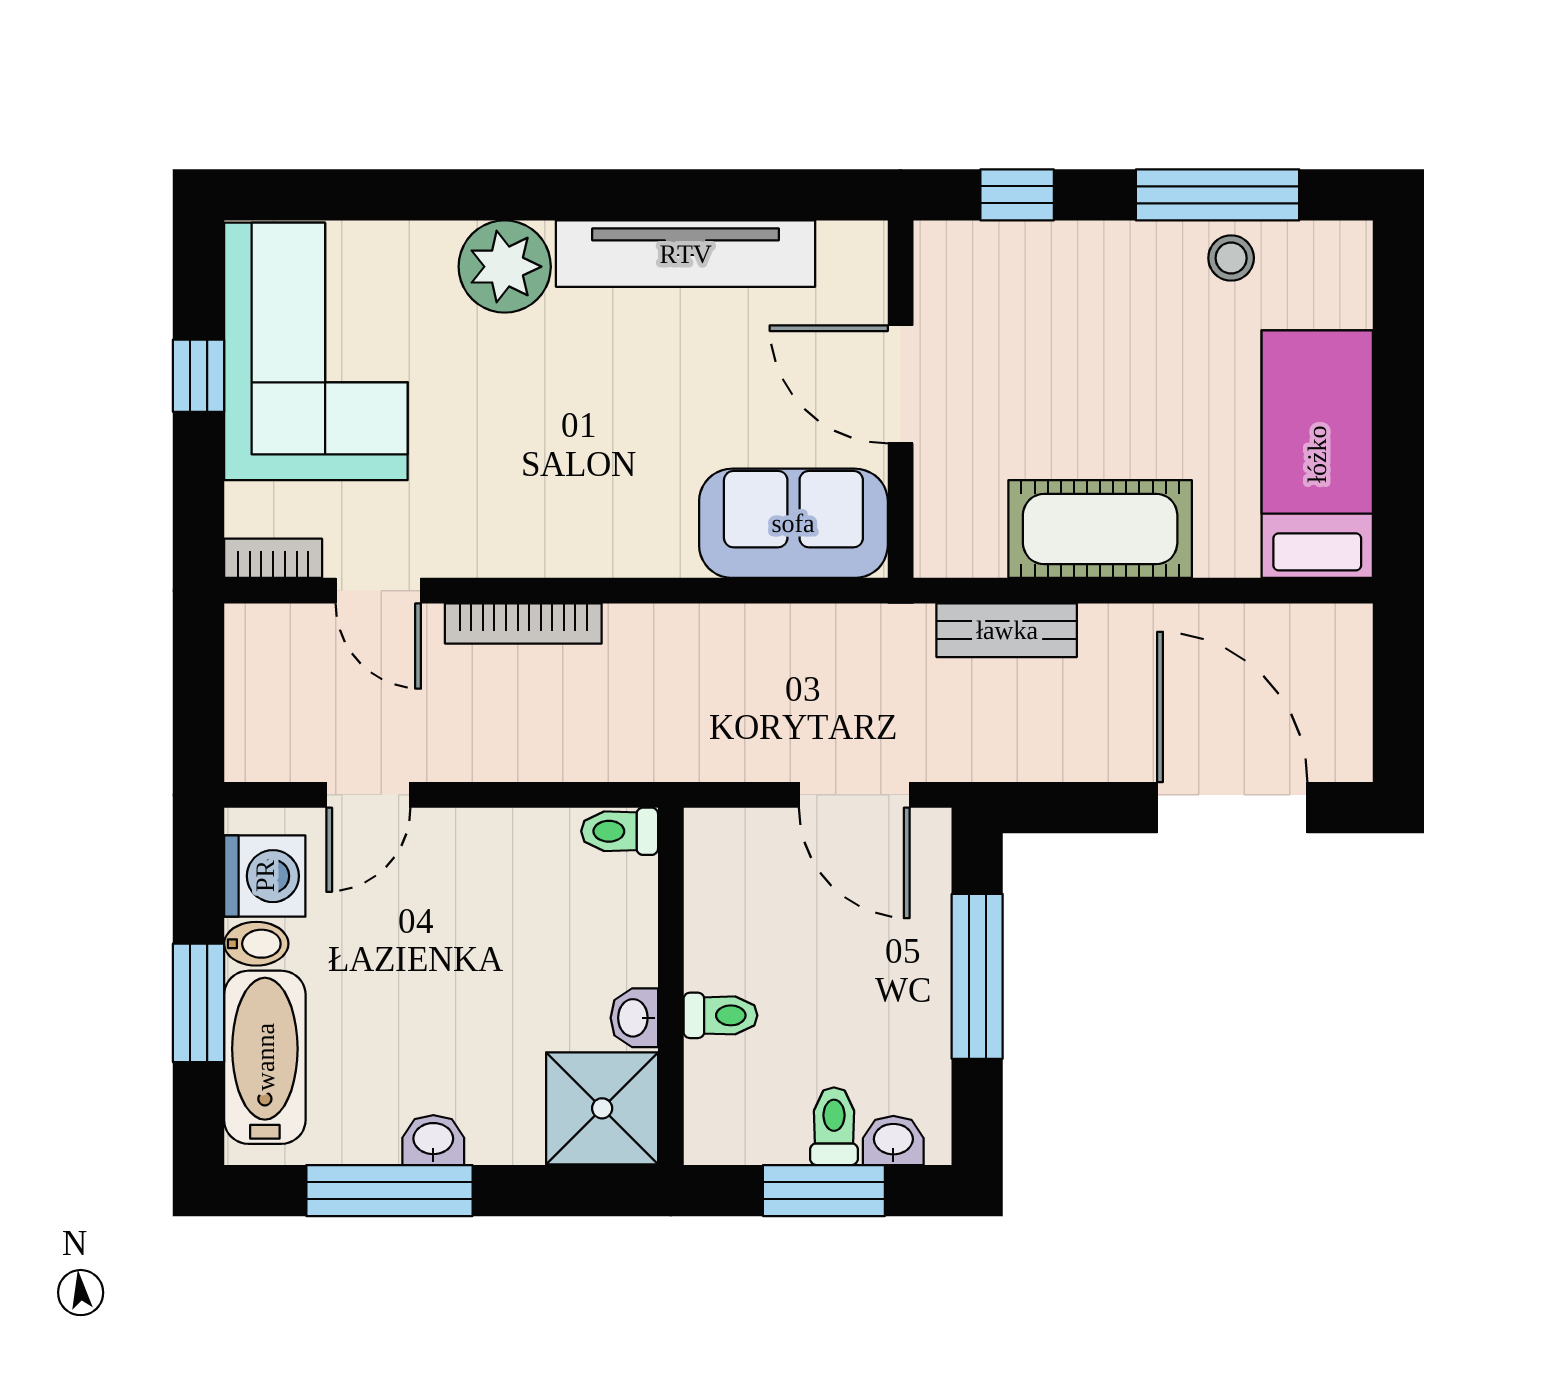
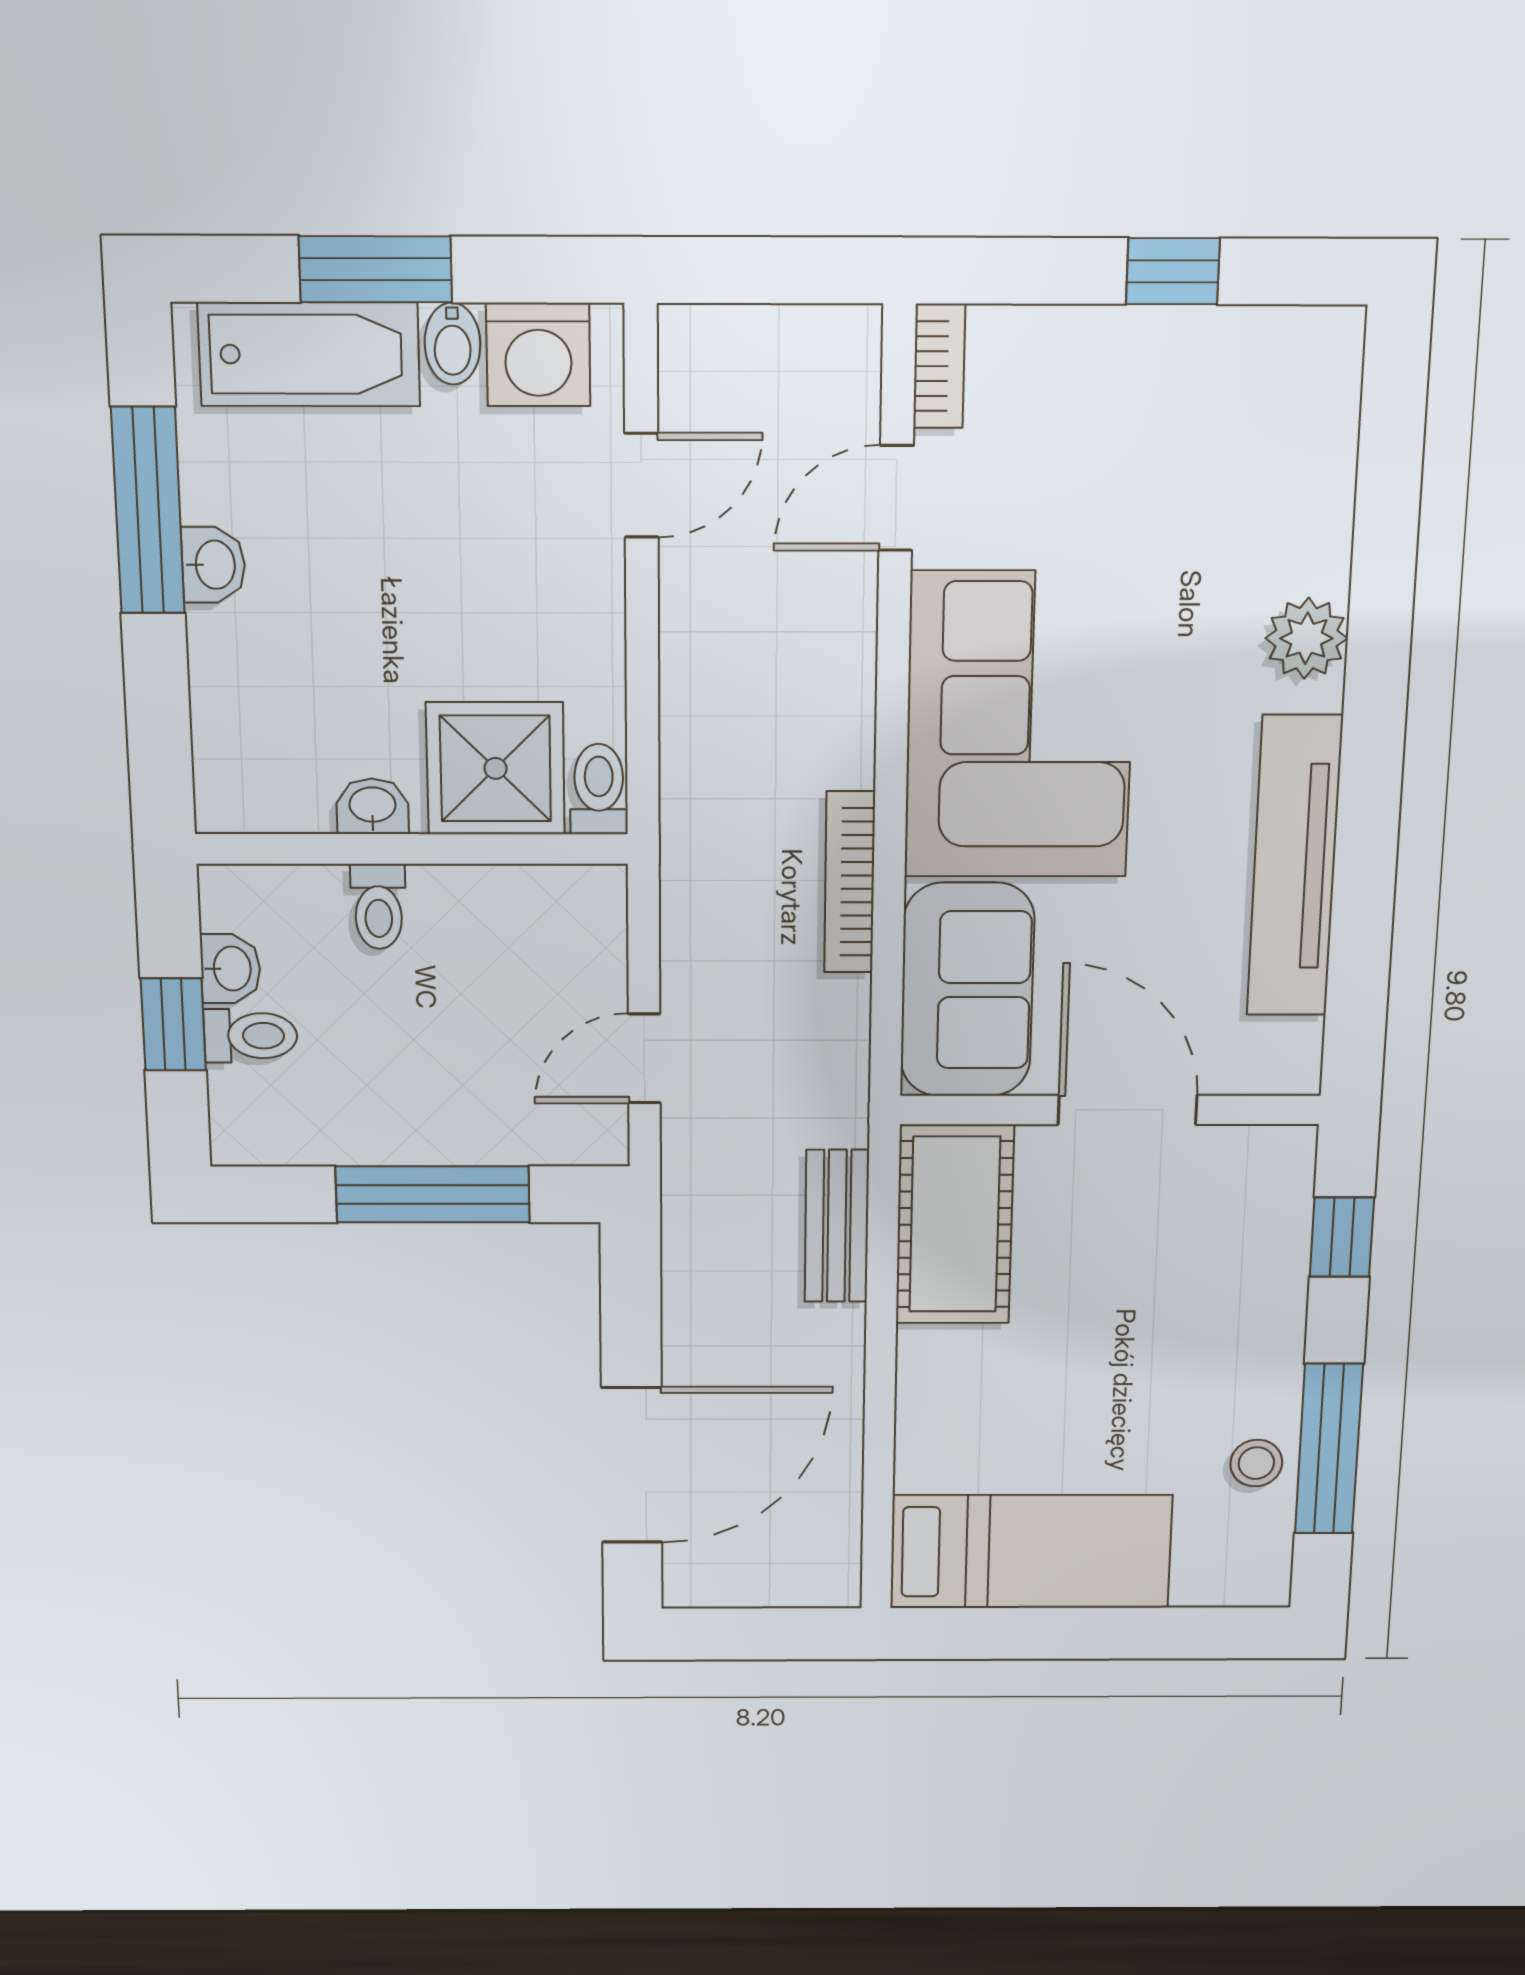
plant: (505, 267) -> (1306, 638), width x0.73, depth x0.73
corner sofa: (316, 351) -> (1019, 725), moved, turned -90
door: (901, 384) -> (1127, 1110), hinge flipped
cot: (1100, 529) -> (955, 1225), moved
bookcase: (523, 623) -> (850, 882), moved
door: (368, 795) -> (641, 485), swing flipped
door: (854, 795) -> (644, 1058), width x0.73
shower: (602, 1108) -> (496, 768), moved
washbasin: (893, 1141) -> (231, 969), moved
window: (824, 1191) -> (173, 1024), width x0.67

